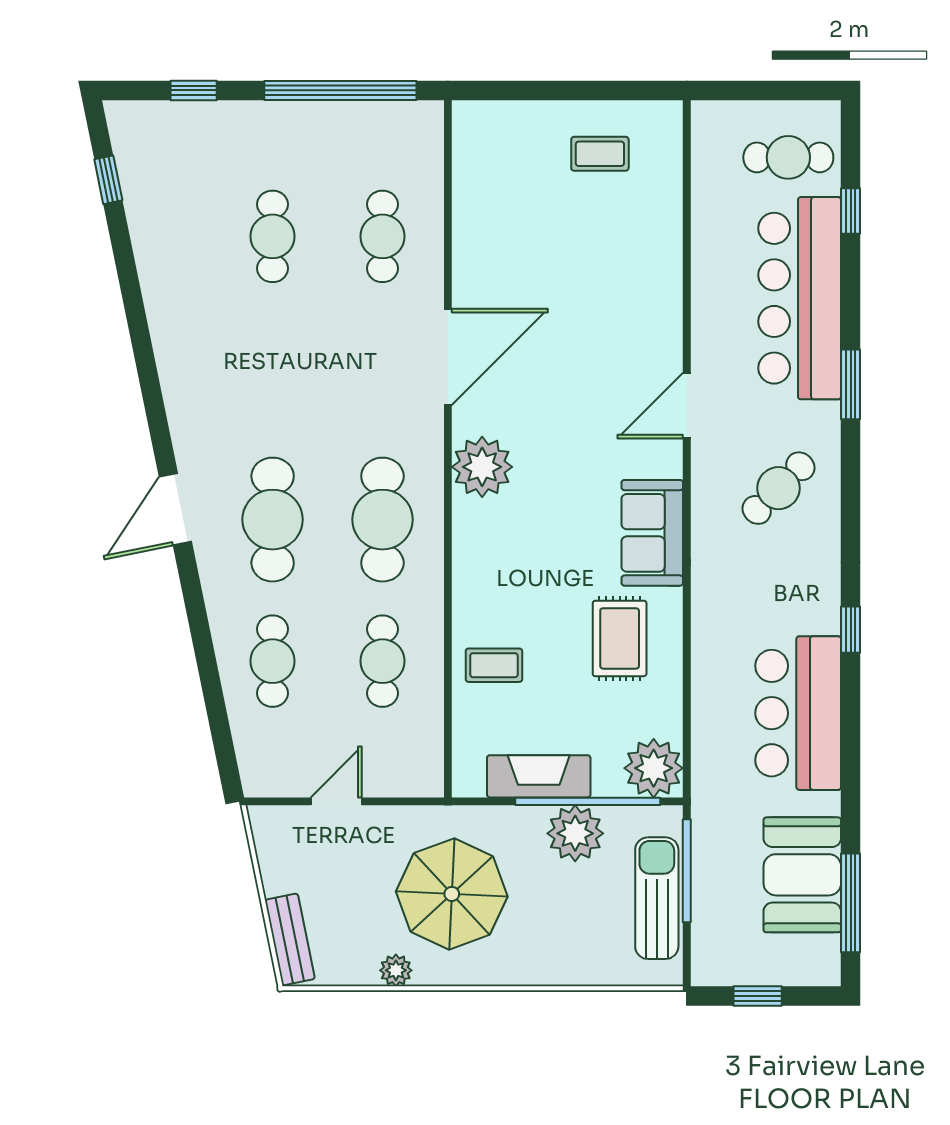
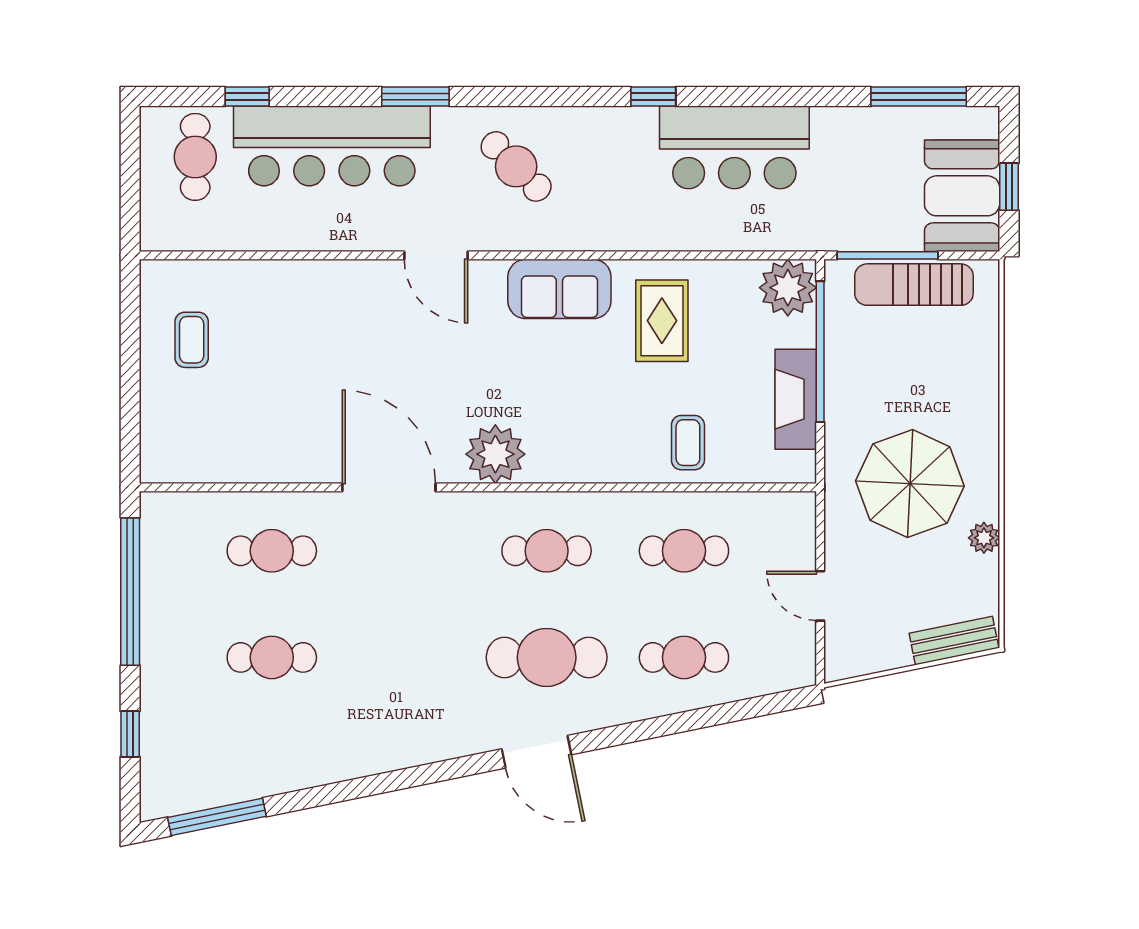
window: (108, 180) -> (217, 817), width x2.17
cafe table: (382, 520) -> (547, 551), width x0.73, depth x0.74
rug: (620, 638) -> (662, 321), turned 90
plant: (575, 833) -> (851, 364), removed
booth: (802, 875) -> (962, 196), moved, turned 90

